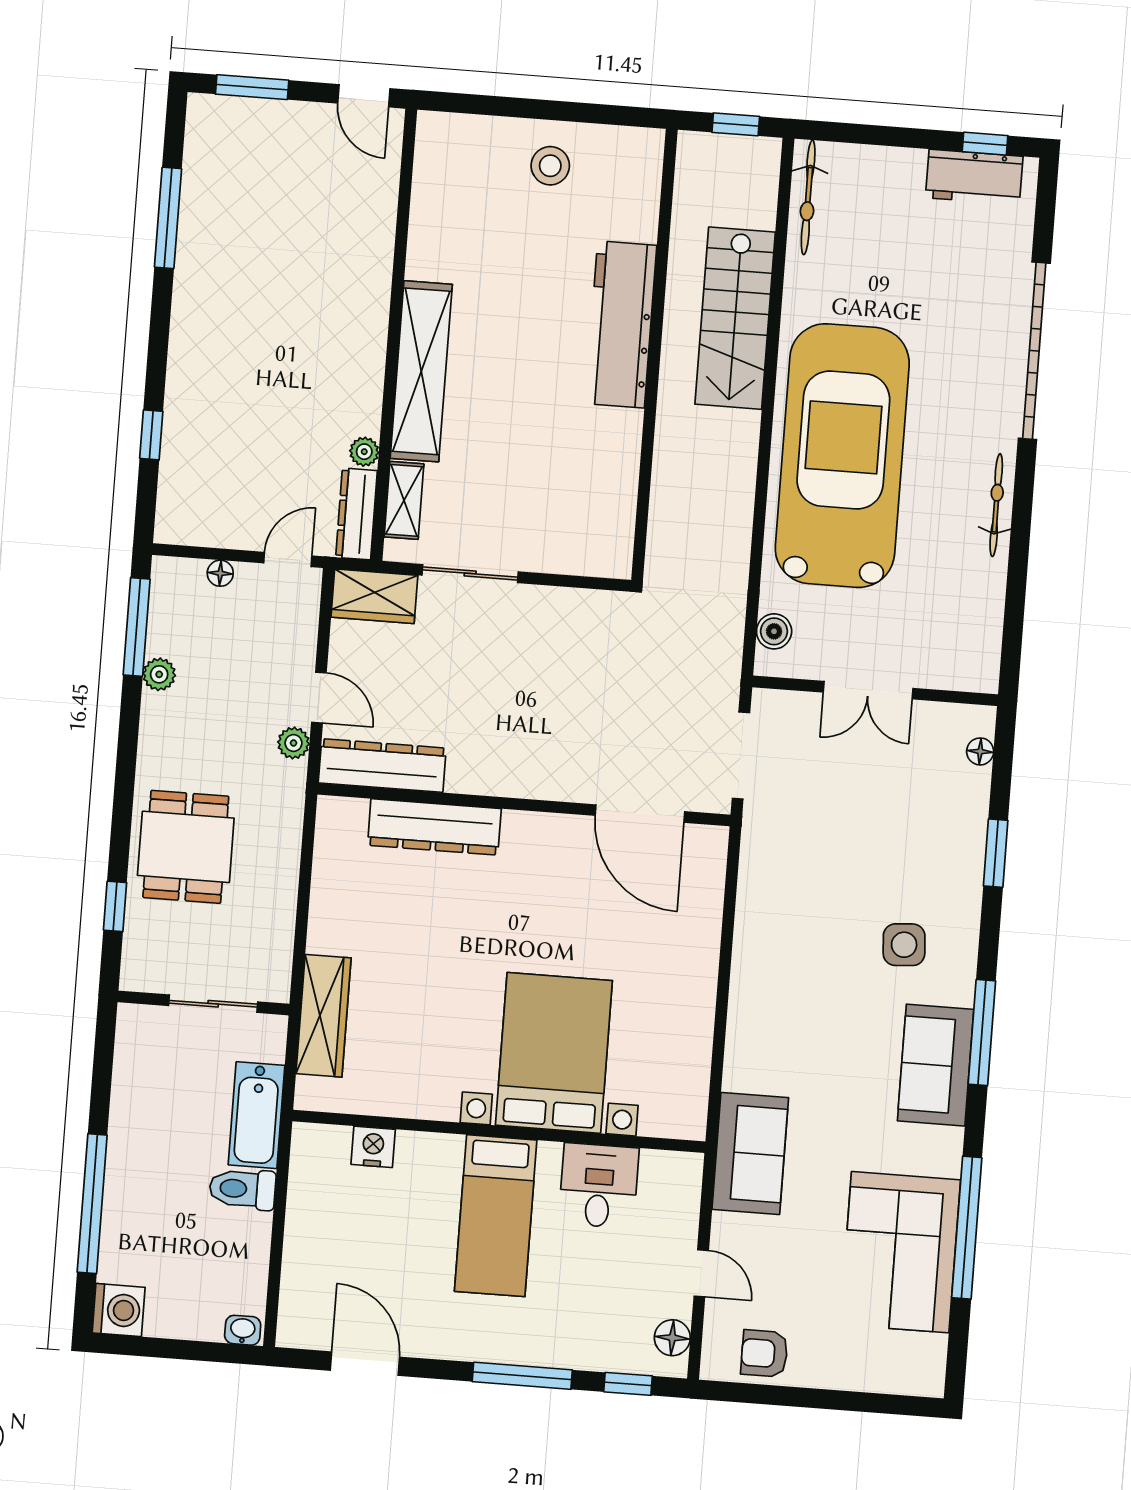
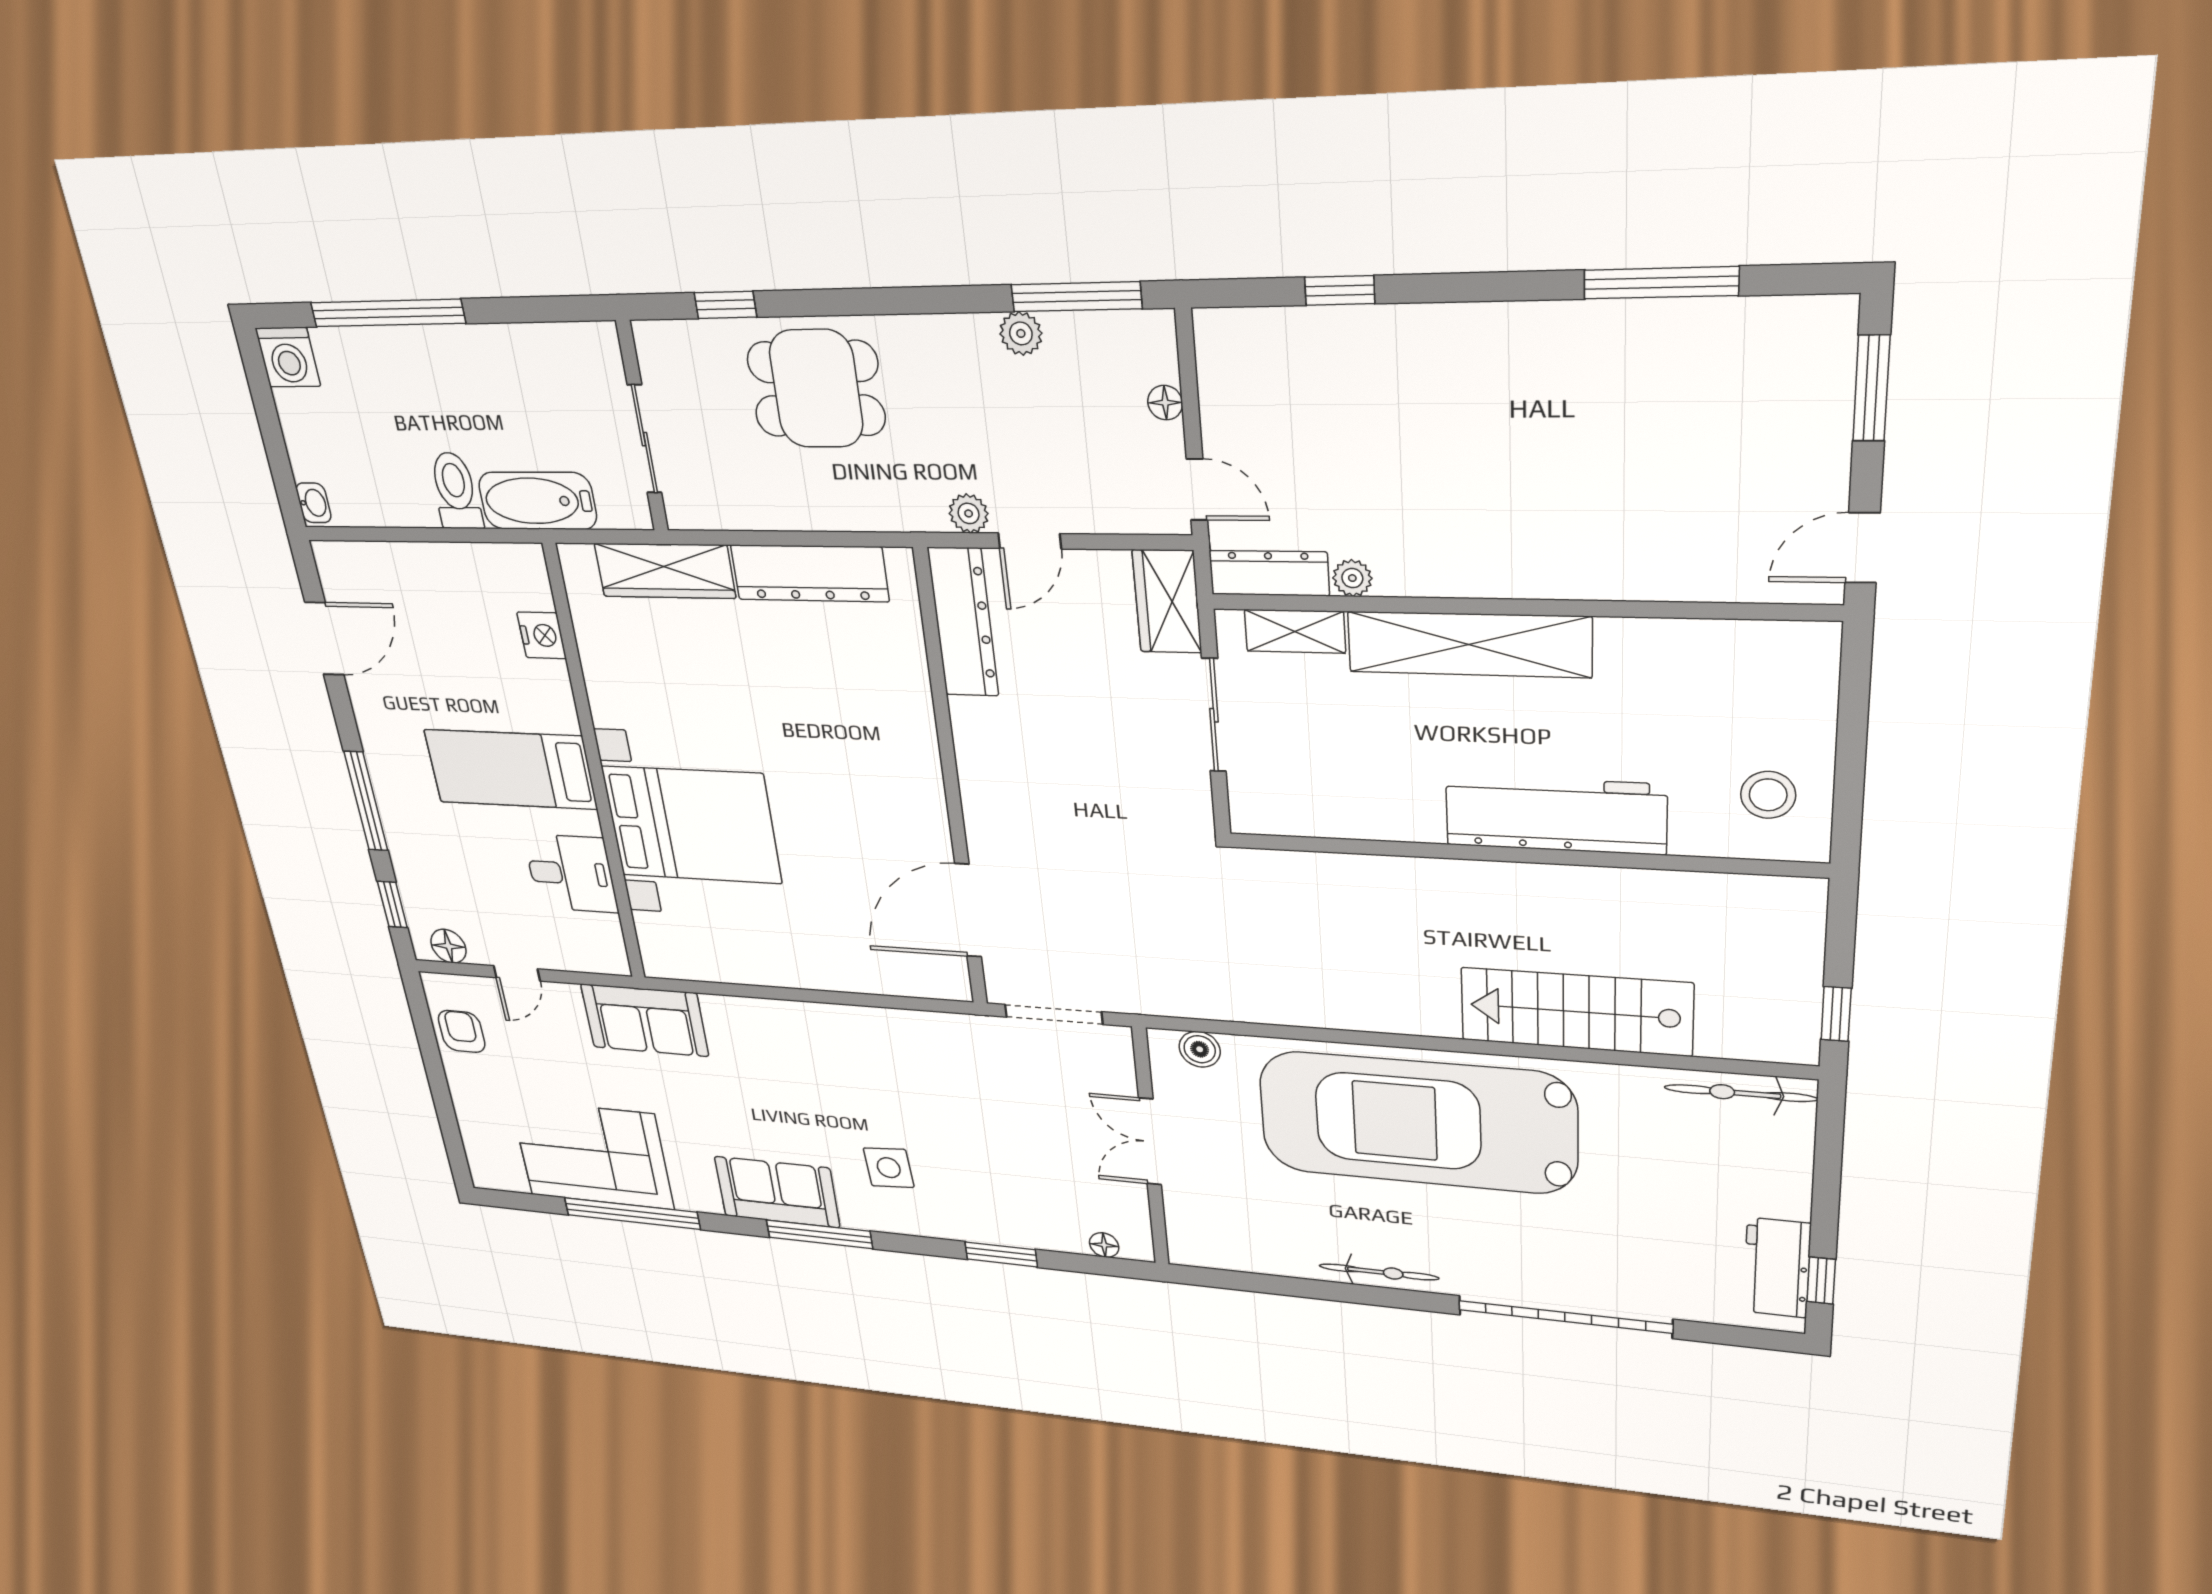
workbench: (621, 324) -> (1555, 815), moved
wall: (654, 355) -> (1519, 855), moved
car: (842, 456) -> (1417, 1122), turned 180
dresser: (434, 827) -> (810, 573), moved, turned -90

